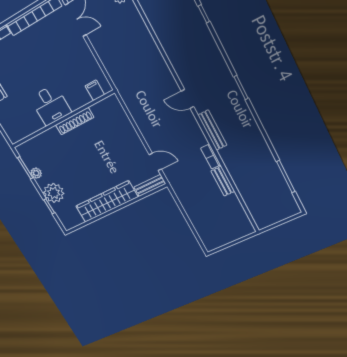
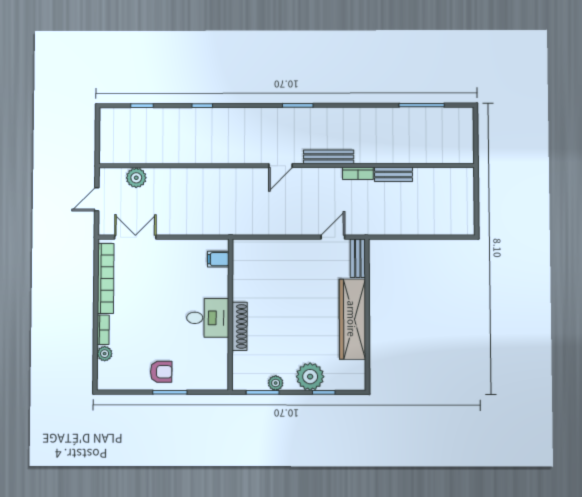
shoe rack: (75, 121) -> (240, 326), moved

